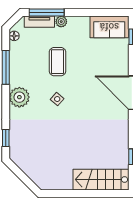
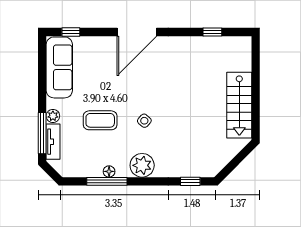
sofa: (109, 27) -> (59, 67), width x1.36
floor lamp: (14, 36) -> (109, 171), moved
stairs: (101, 180) -> (239, 105), moved

